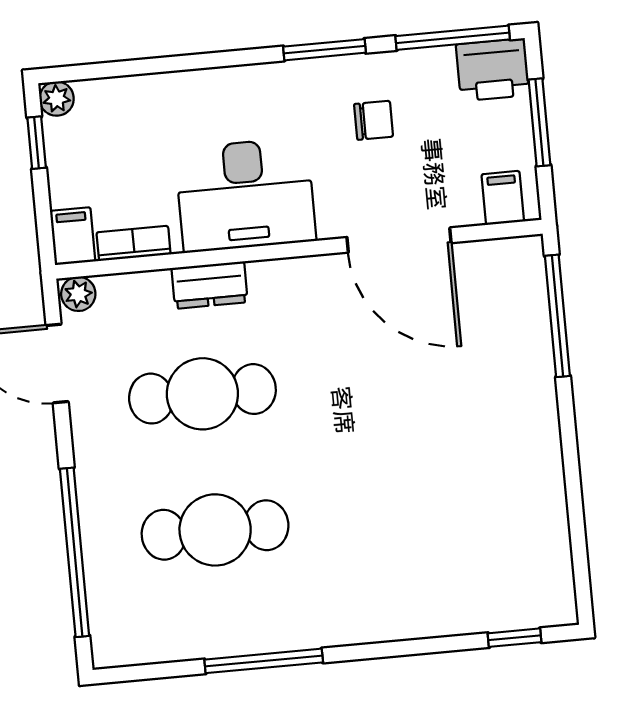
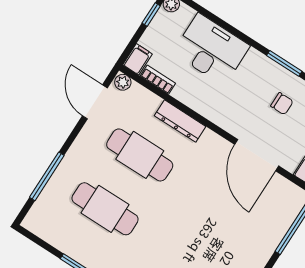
desk: (245, 195) -> (211, 49), moved, turned 180
dresser: (210, 285) -> (180, 121), width x1.44
window: (75, 552) -> (47, 176), width x0.68

